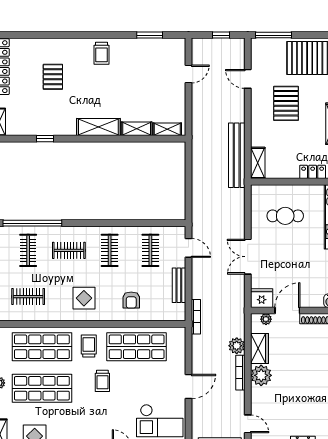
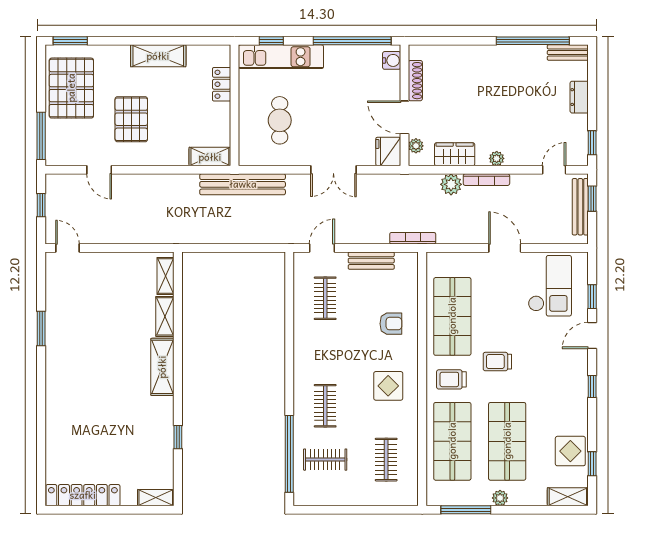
window: (150, 35) -> (41, 329), moved
trolley: (102, 53) -> (65, 363), removed
door: (188, 74) -> (68, 248), moved
pallet: (53, 77) -> (96, 427), removed
door: (248, 79) -> (99, 170), hinge flipped
pallet: (286, 103) -> (131, 119), turned 90
bench: (237, 155) -> (243, 184), moved
clothes rail: (110, 250) -> (325, 352), removed
clothes rail: (150, 250) -> (325, 298), turned 90
plant: (261, 375) -> (497, 158), width x0.53, depth x0.53
trolley: (102, 381) -> (497, 362), turned 180

